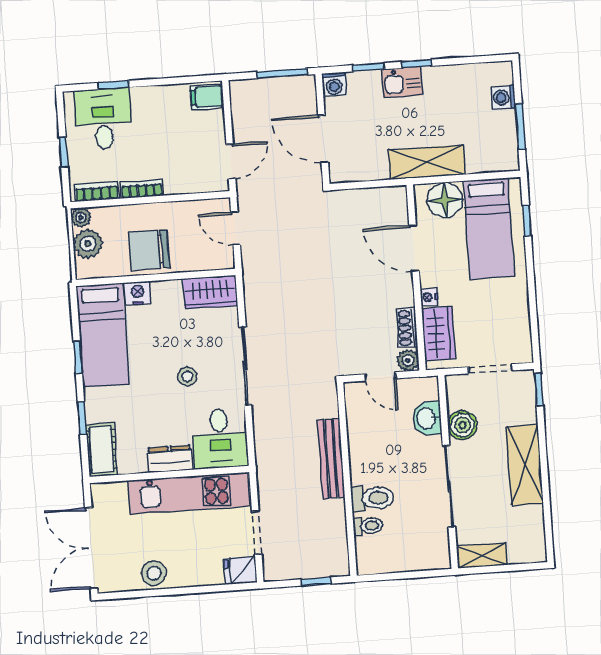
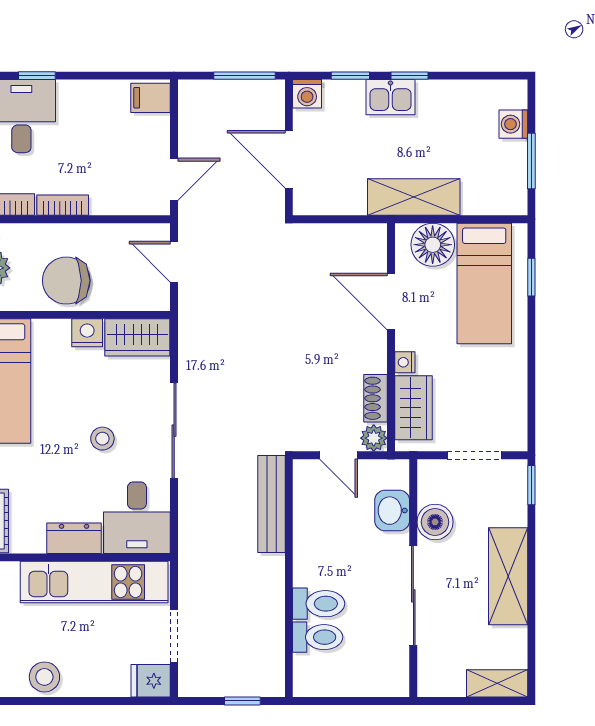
nightstand: (137, 293) -> (87, 333), moved
bench: (331, 459) -> (271, 504), moved
toilet: (368, 526) -> (318, 637), width x1.37, depth x1.39
shelving: (482, 556) -> (497, 683), moved

